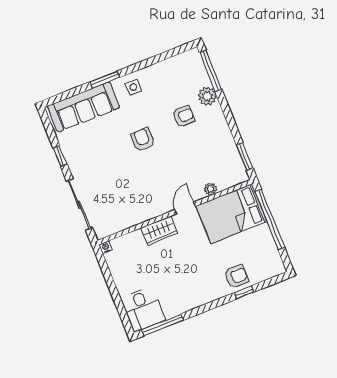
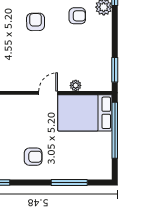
wardrobe: (159, 231) -> (19, 103), removed
armchair: (236, 276) -> (33, 157), moved
window: (244, 292) -> (69, 183), width x2.17

